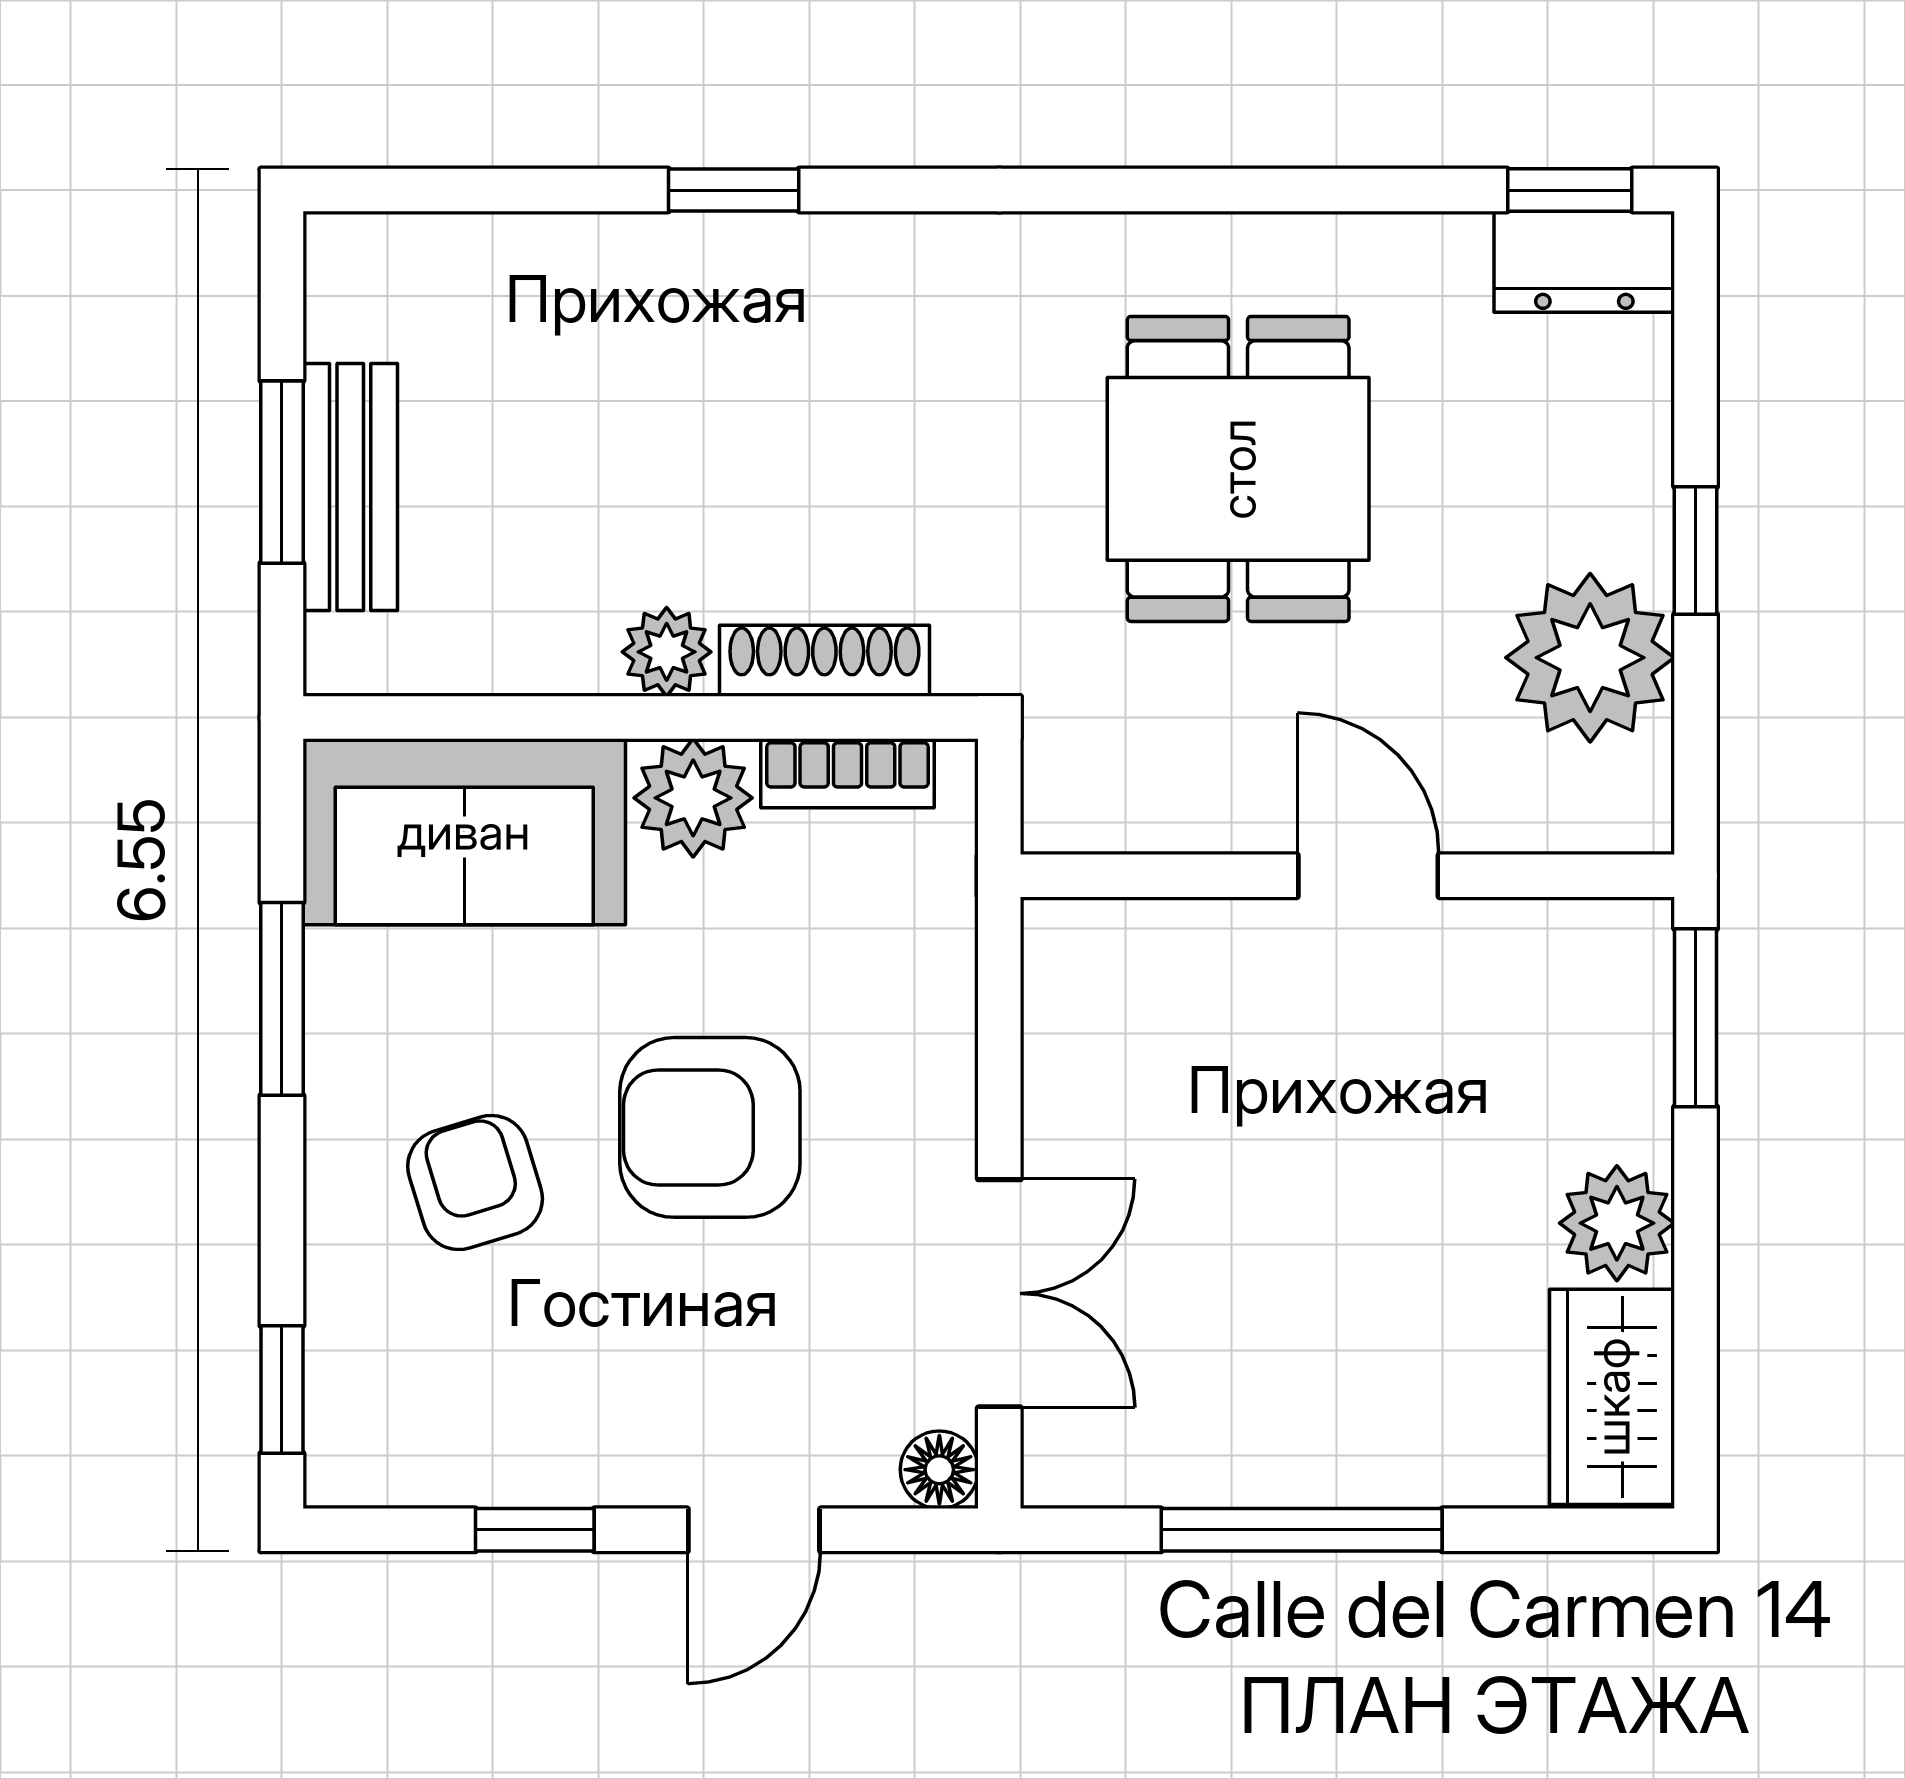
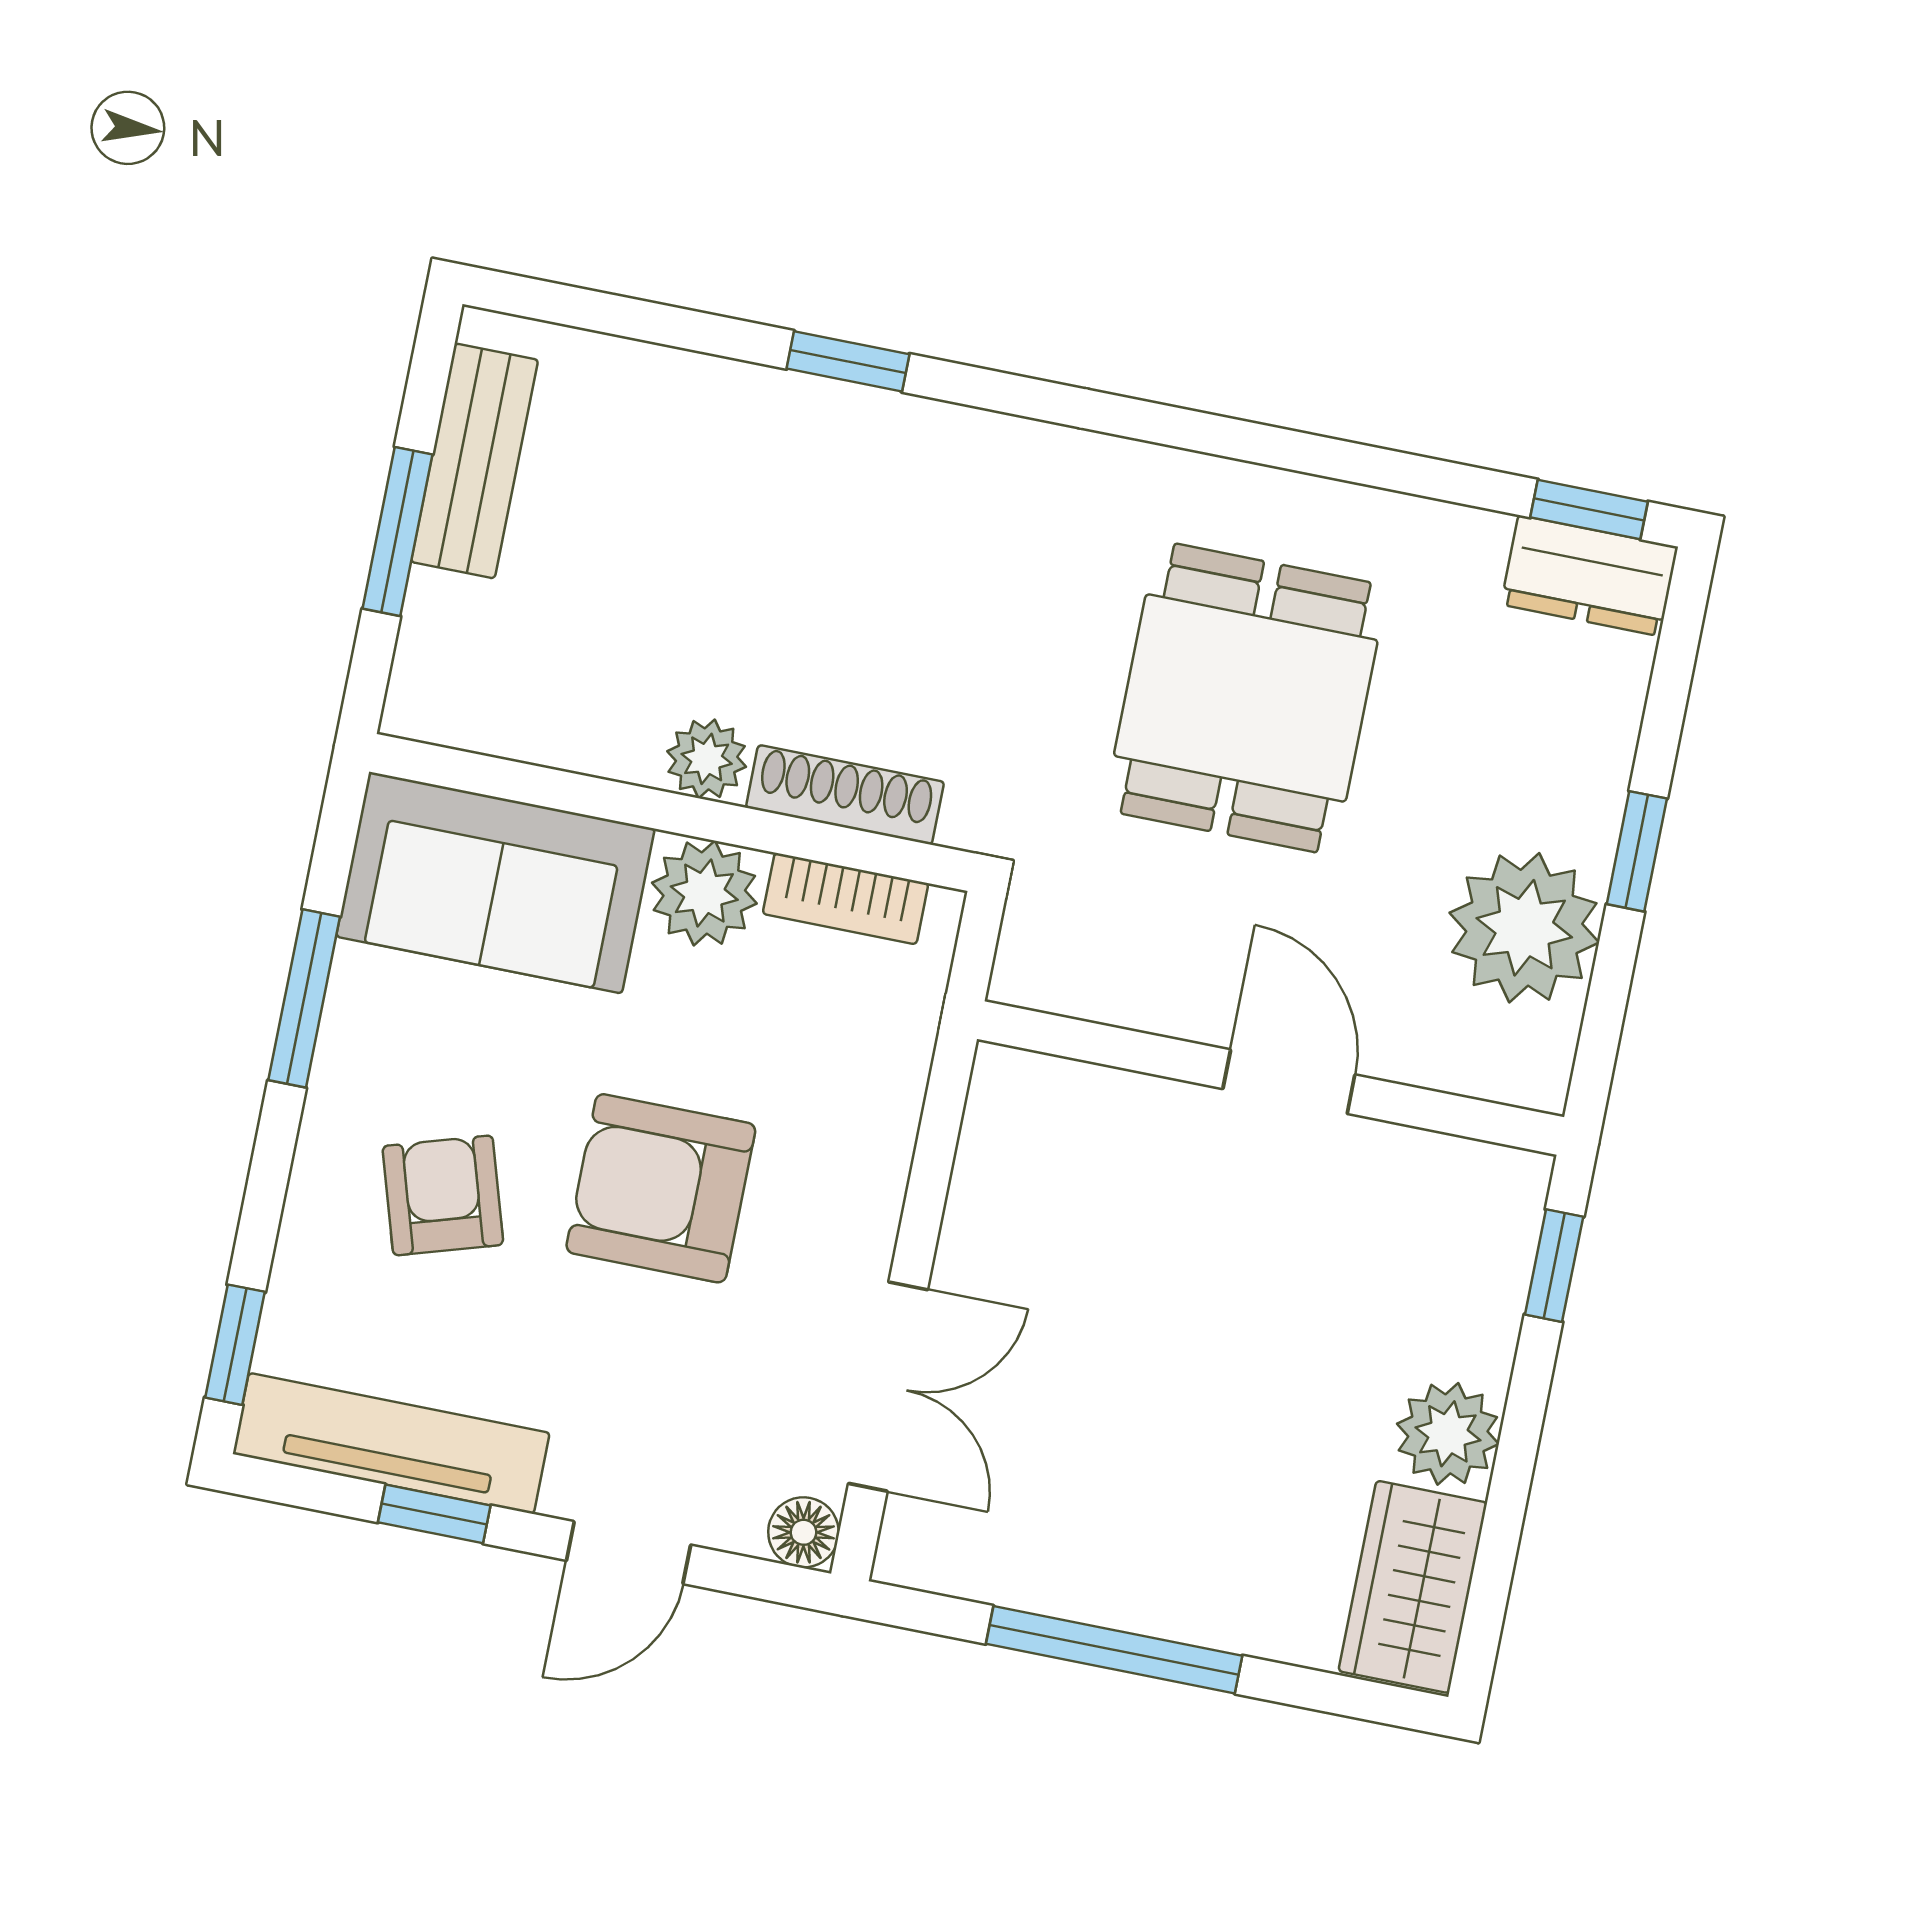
bench: (350, 487) -> (475, 461), moved
window: (1696, 1018) -> (1554, 1266), width x0.67
tv unit: (473, 1463) -> (391, 1443), added

